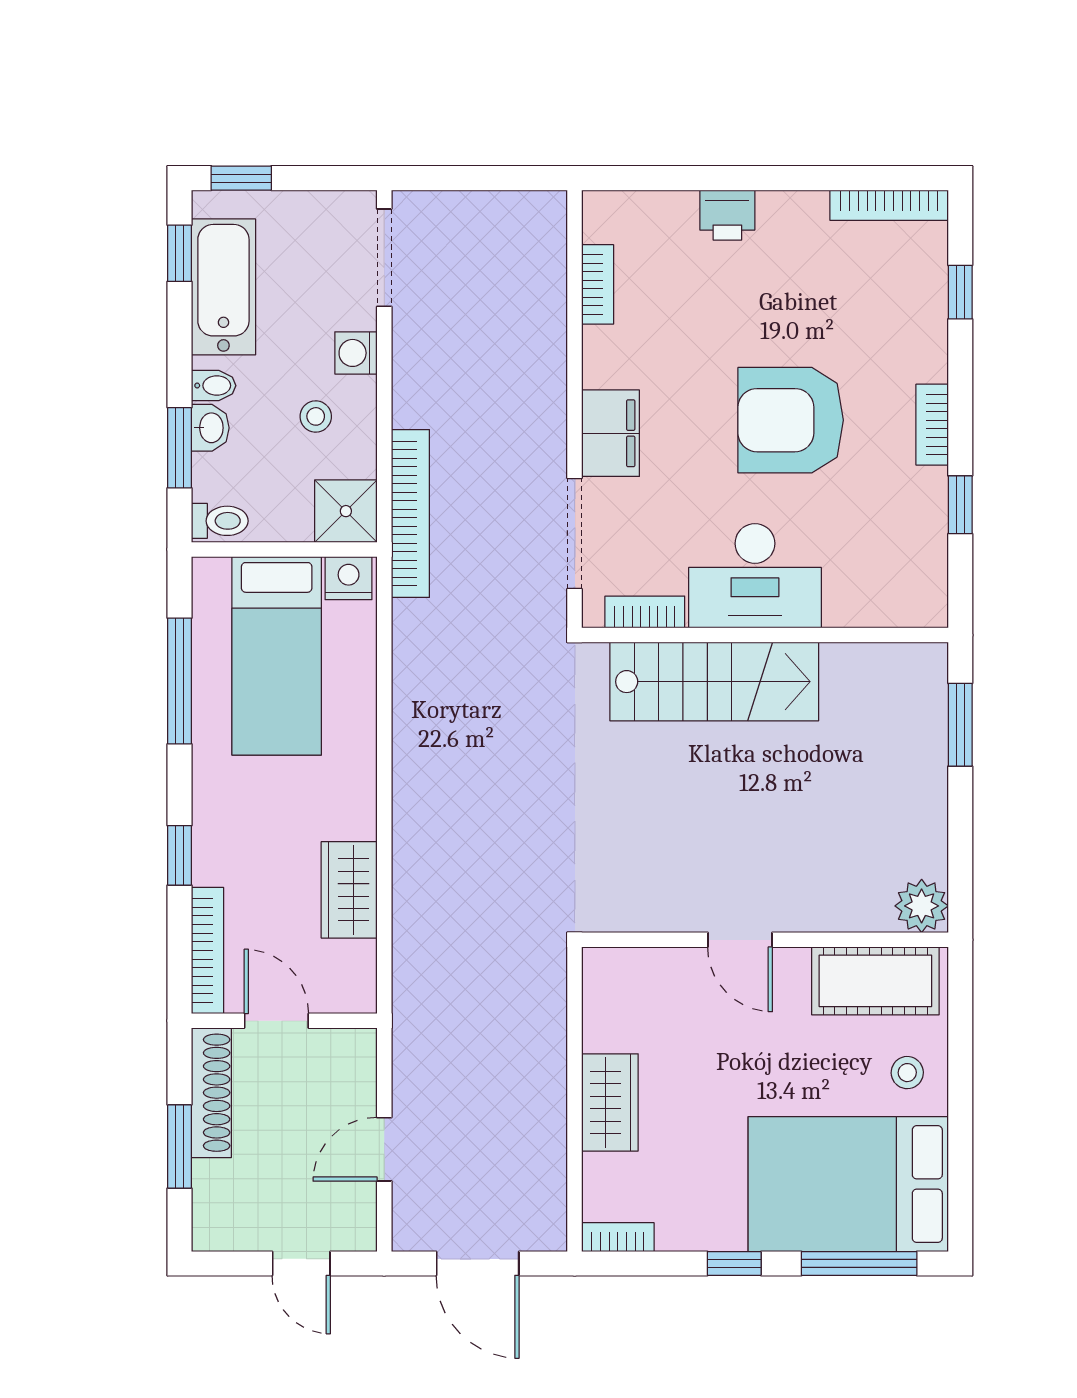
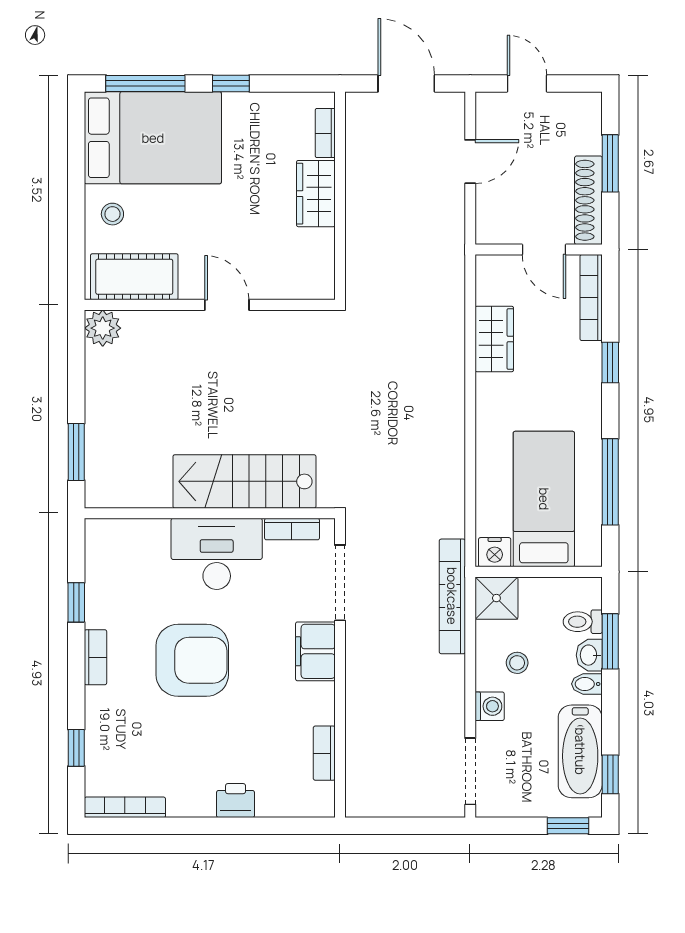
toilet: (220, 521) -> (583, 622), moved
bookcase: (618, 1237) -> (325, 133), moved, turned 90

